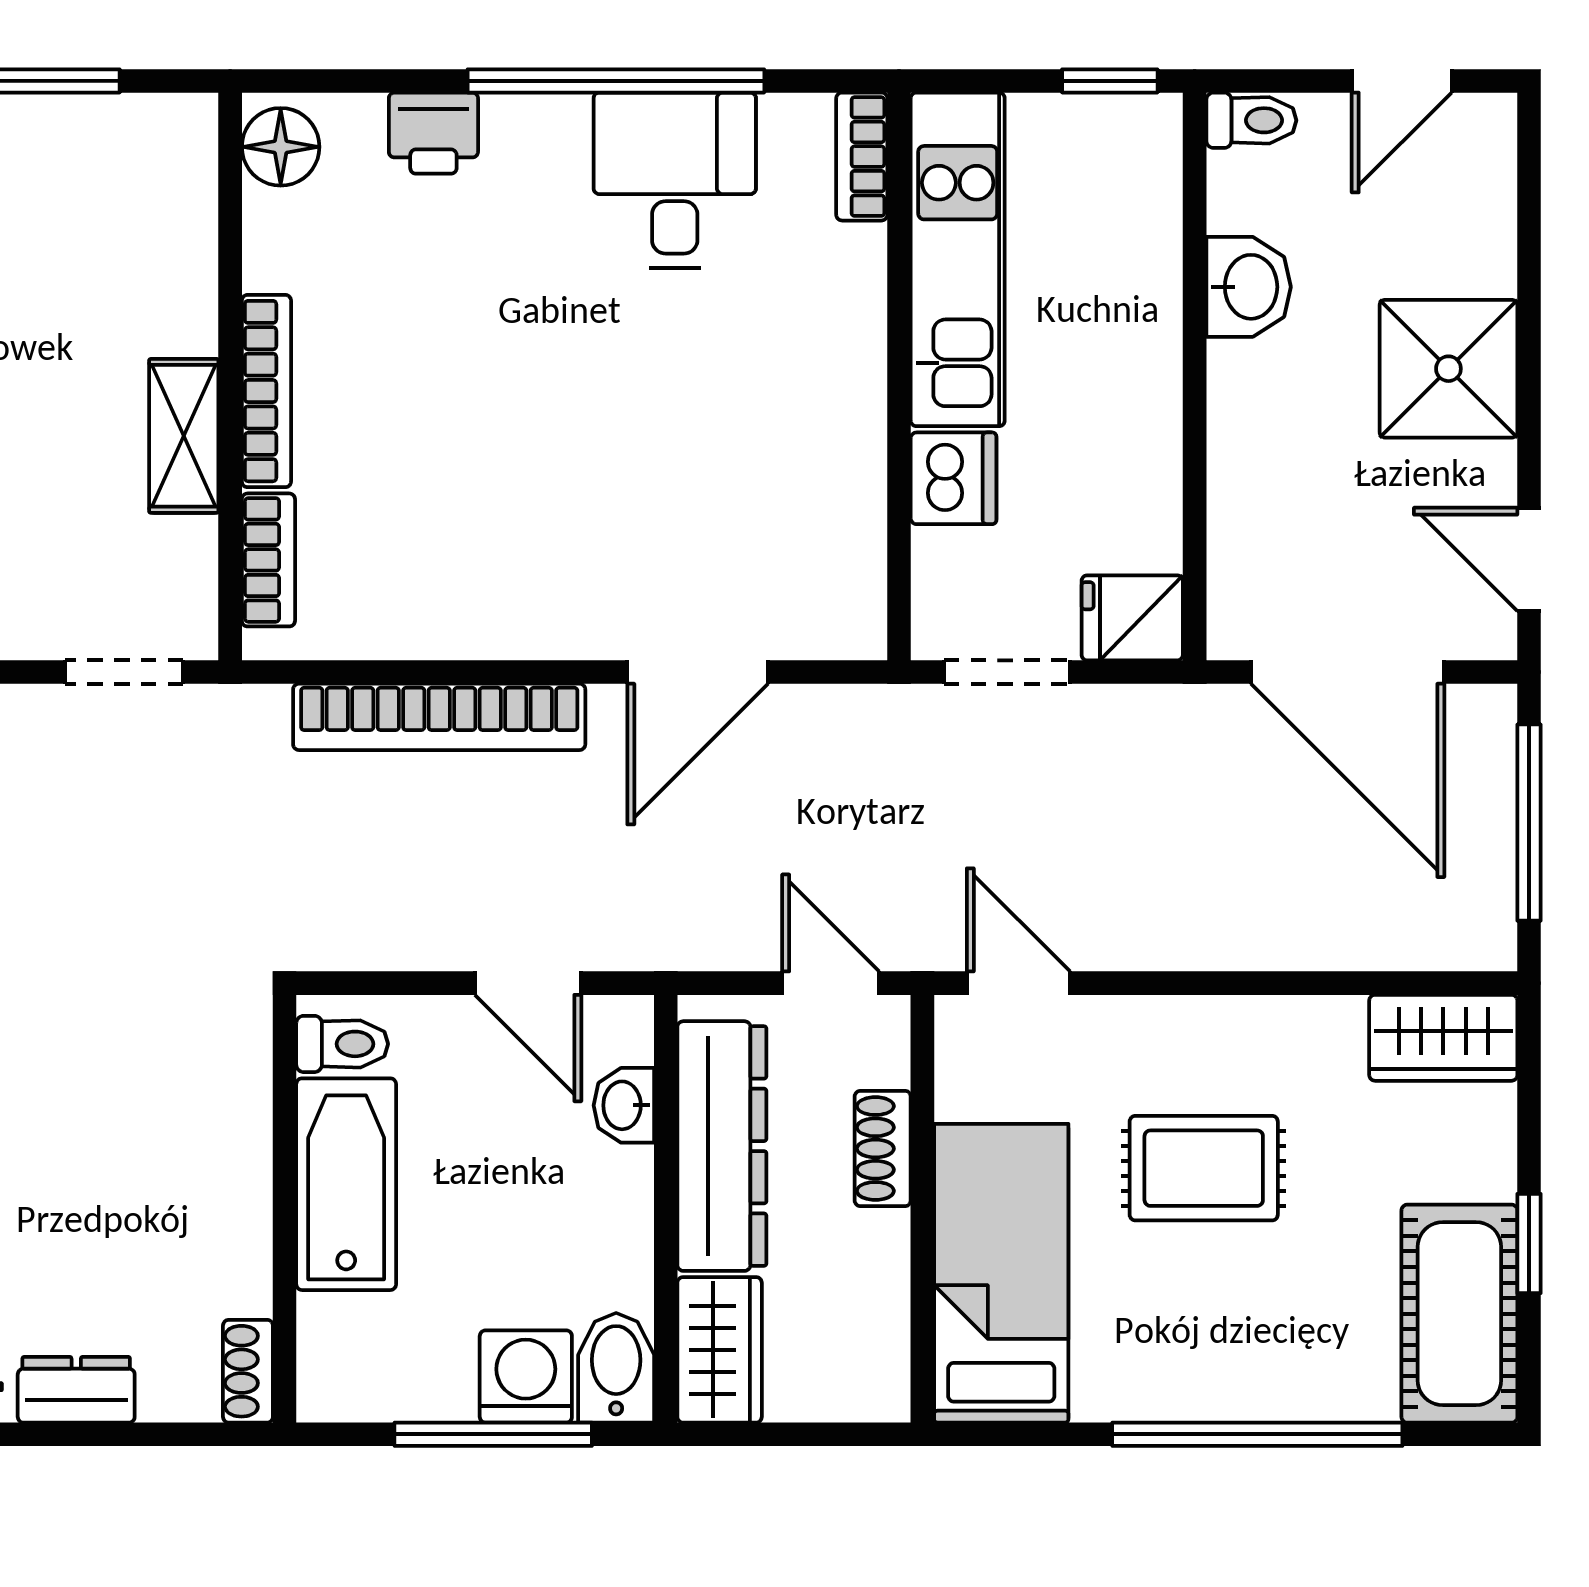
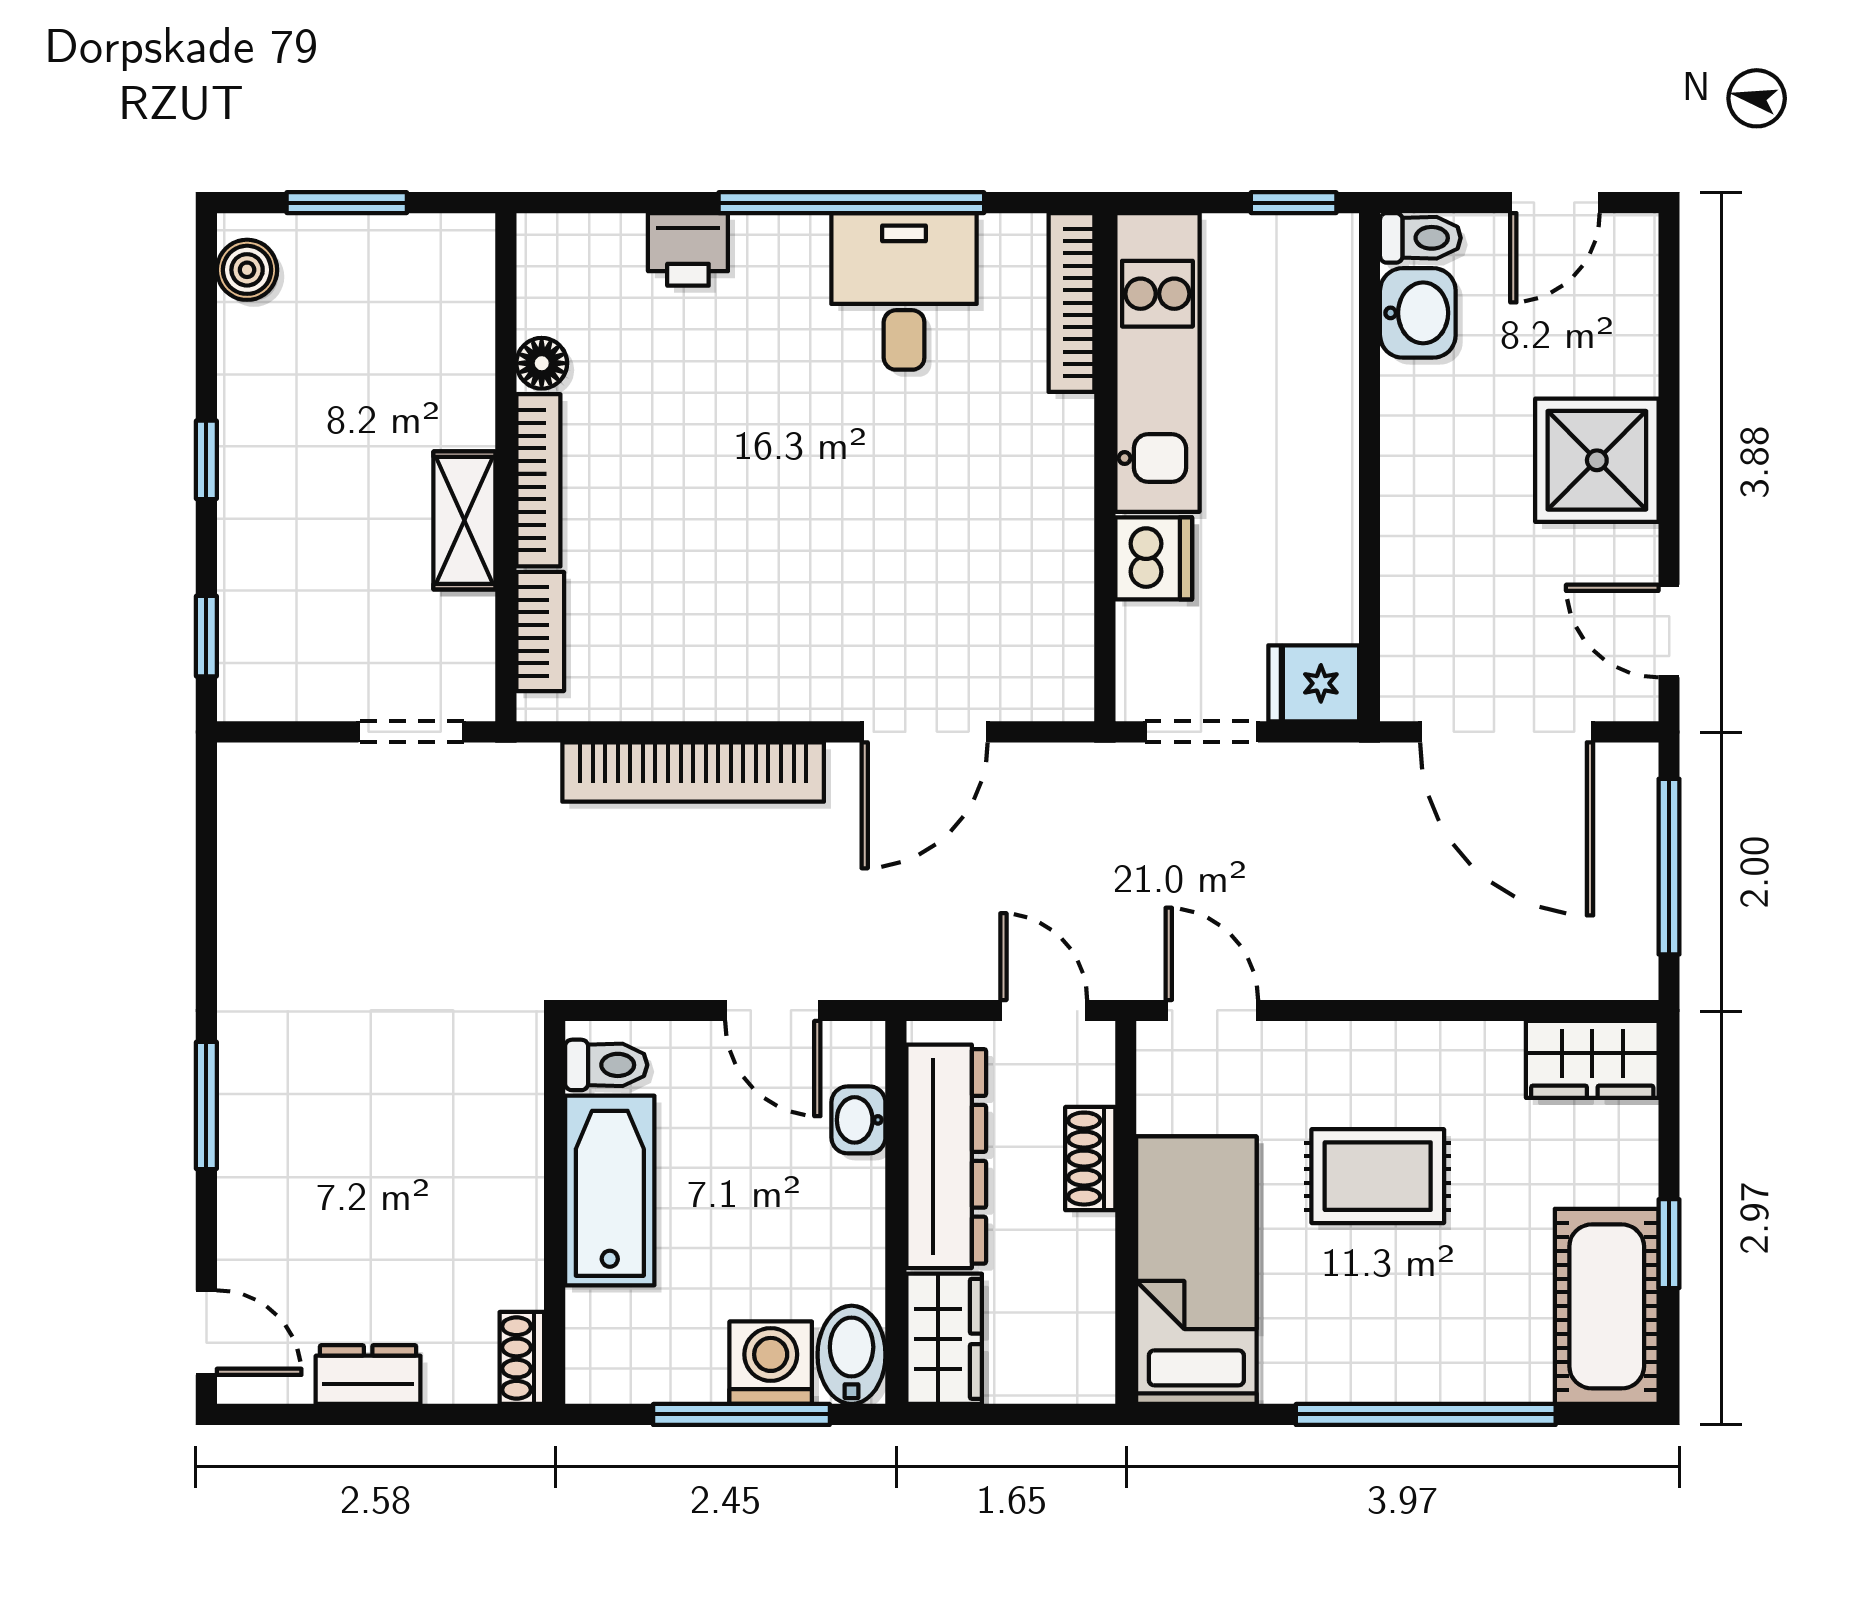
floor lamp: (281, 147) -> (542, 363), moved, width x0.73, depth x0.73
bookcase: (862, 157) -> (1072, 303), width x1.56
washbasin: (1249, 287) -> (1418, 313), moved

